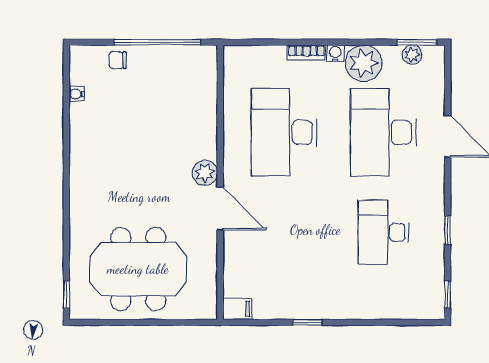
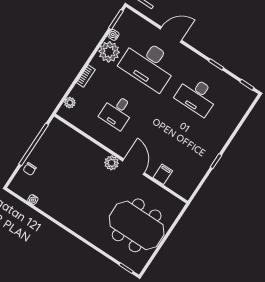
water cooler: (335, 53) -> (113, 35), moved
plant: (412, 55) -> (70, 103), moved
desk: (284, 132) -> (117, 112), width x0.53, depth x0.77
door: (220, 209) -> (134, 167), hinge flipped
meeting table: (138, 269) -> (137, 225), turned 90
filing cabinet: (237, 309) -> (163, 174), moved

